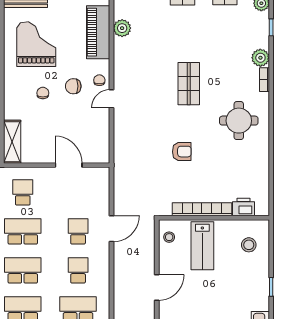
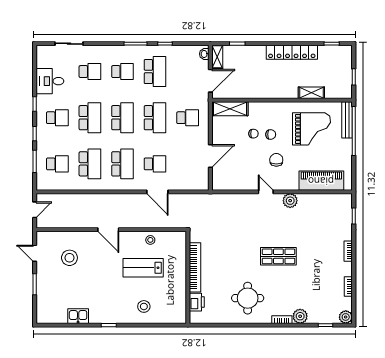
plant: (122, 28) -> (290, 201), moved
chair: (99, 80) -> (253, 134), moved
armchair: (182, 152) -> (222, 250), removed
printer: (243, 207) -> (197, 302), moved
bookcase: (202, 209) -> (195, 267), moved
wall: (214, 218) -> (188, 277), moved
school desk: (78, 270) -> (122, 164), width x1.85

